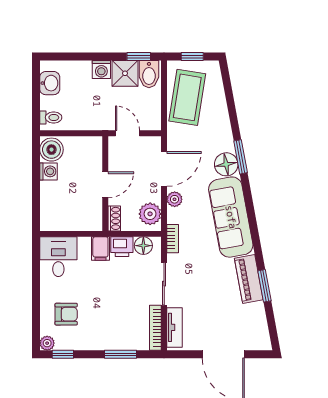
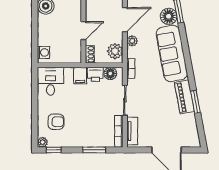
washing machine: (48, 171) -> (44, 52), moved

